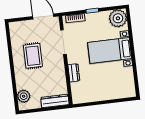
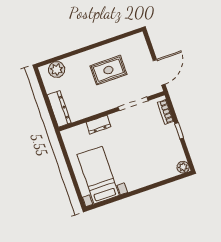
plant: (118, 18) -> (183, 167), width x0.53, depth x0.53
bed with nightstands: (110, 50) -> (98, 175), moved

